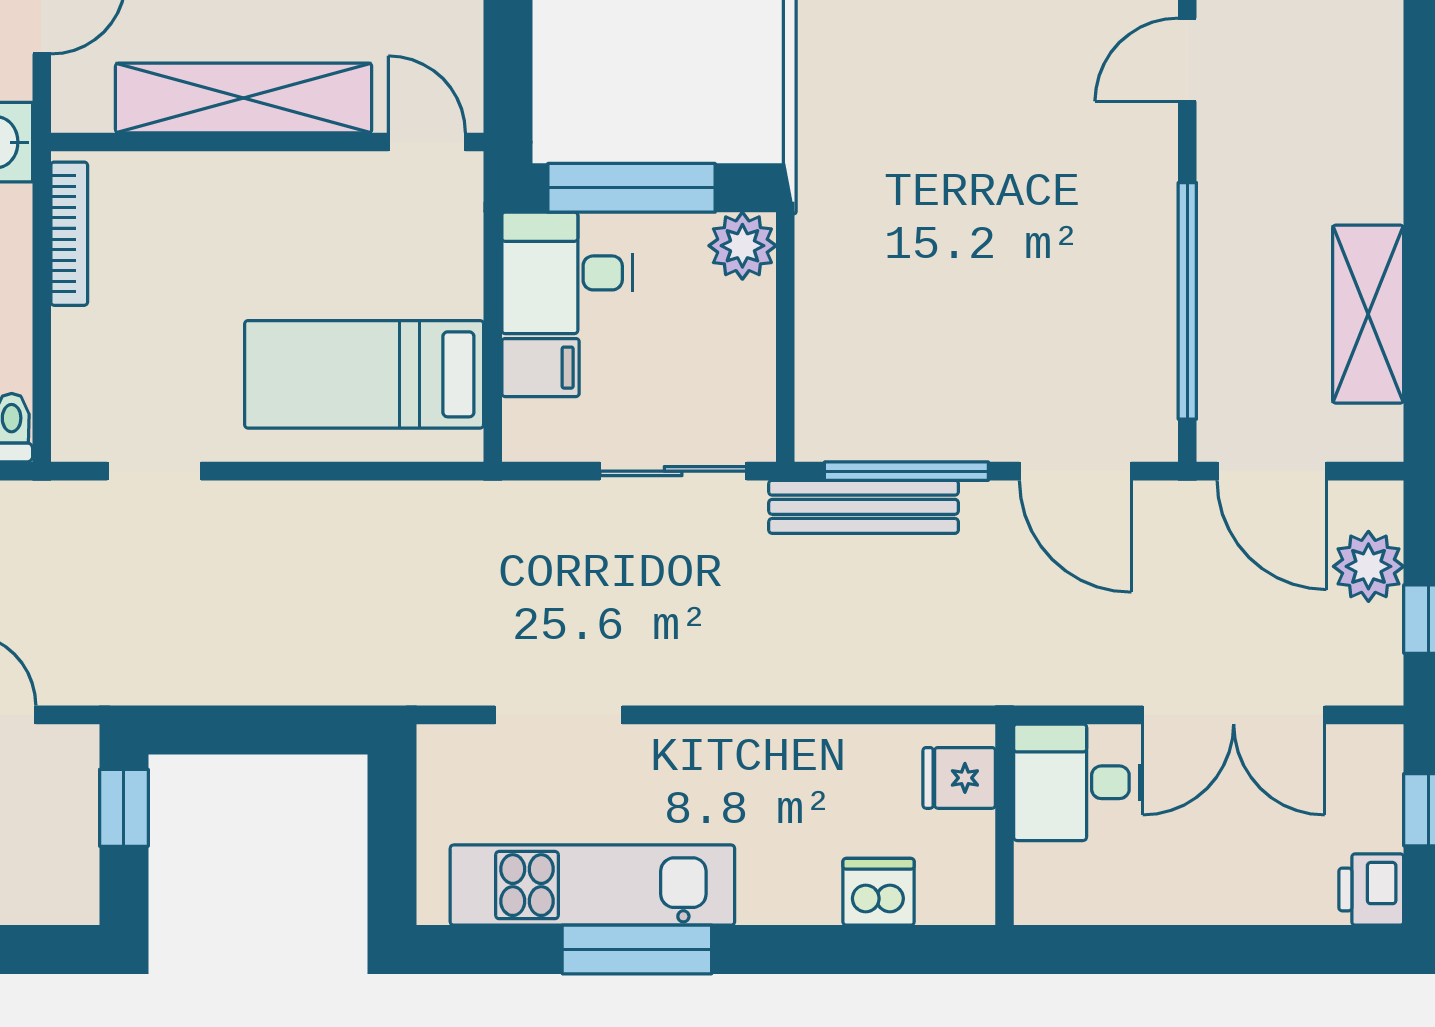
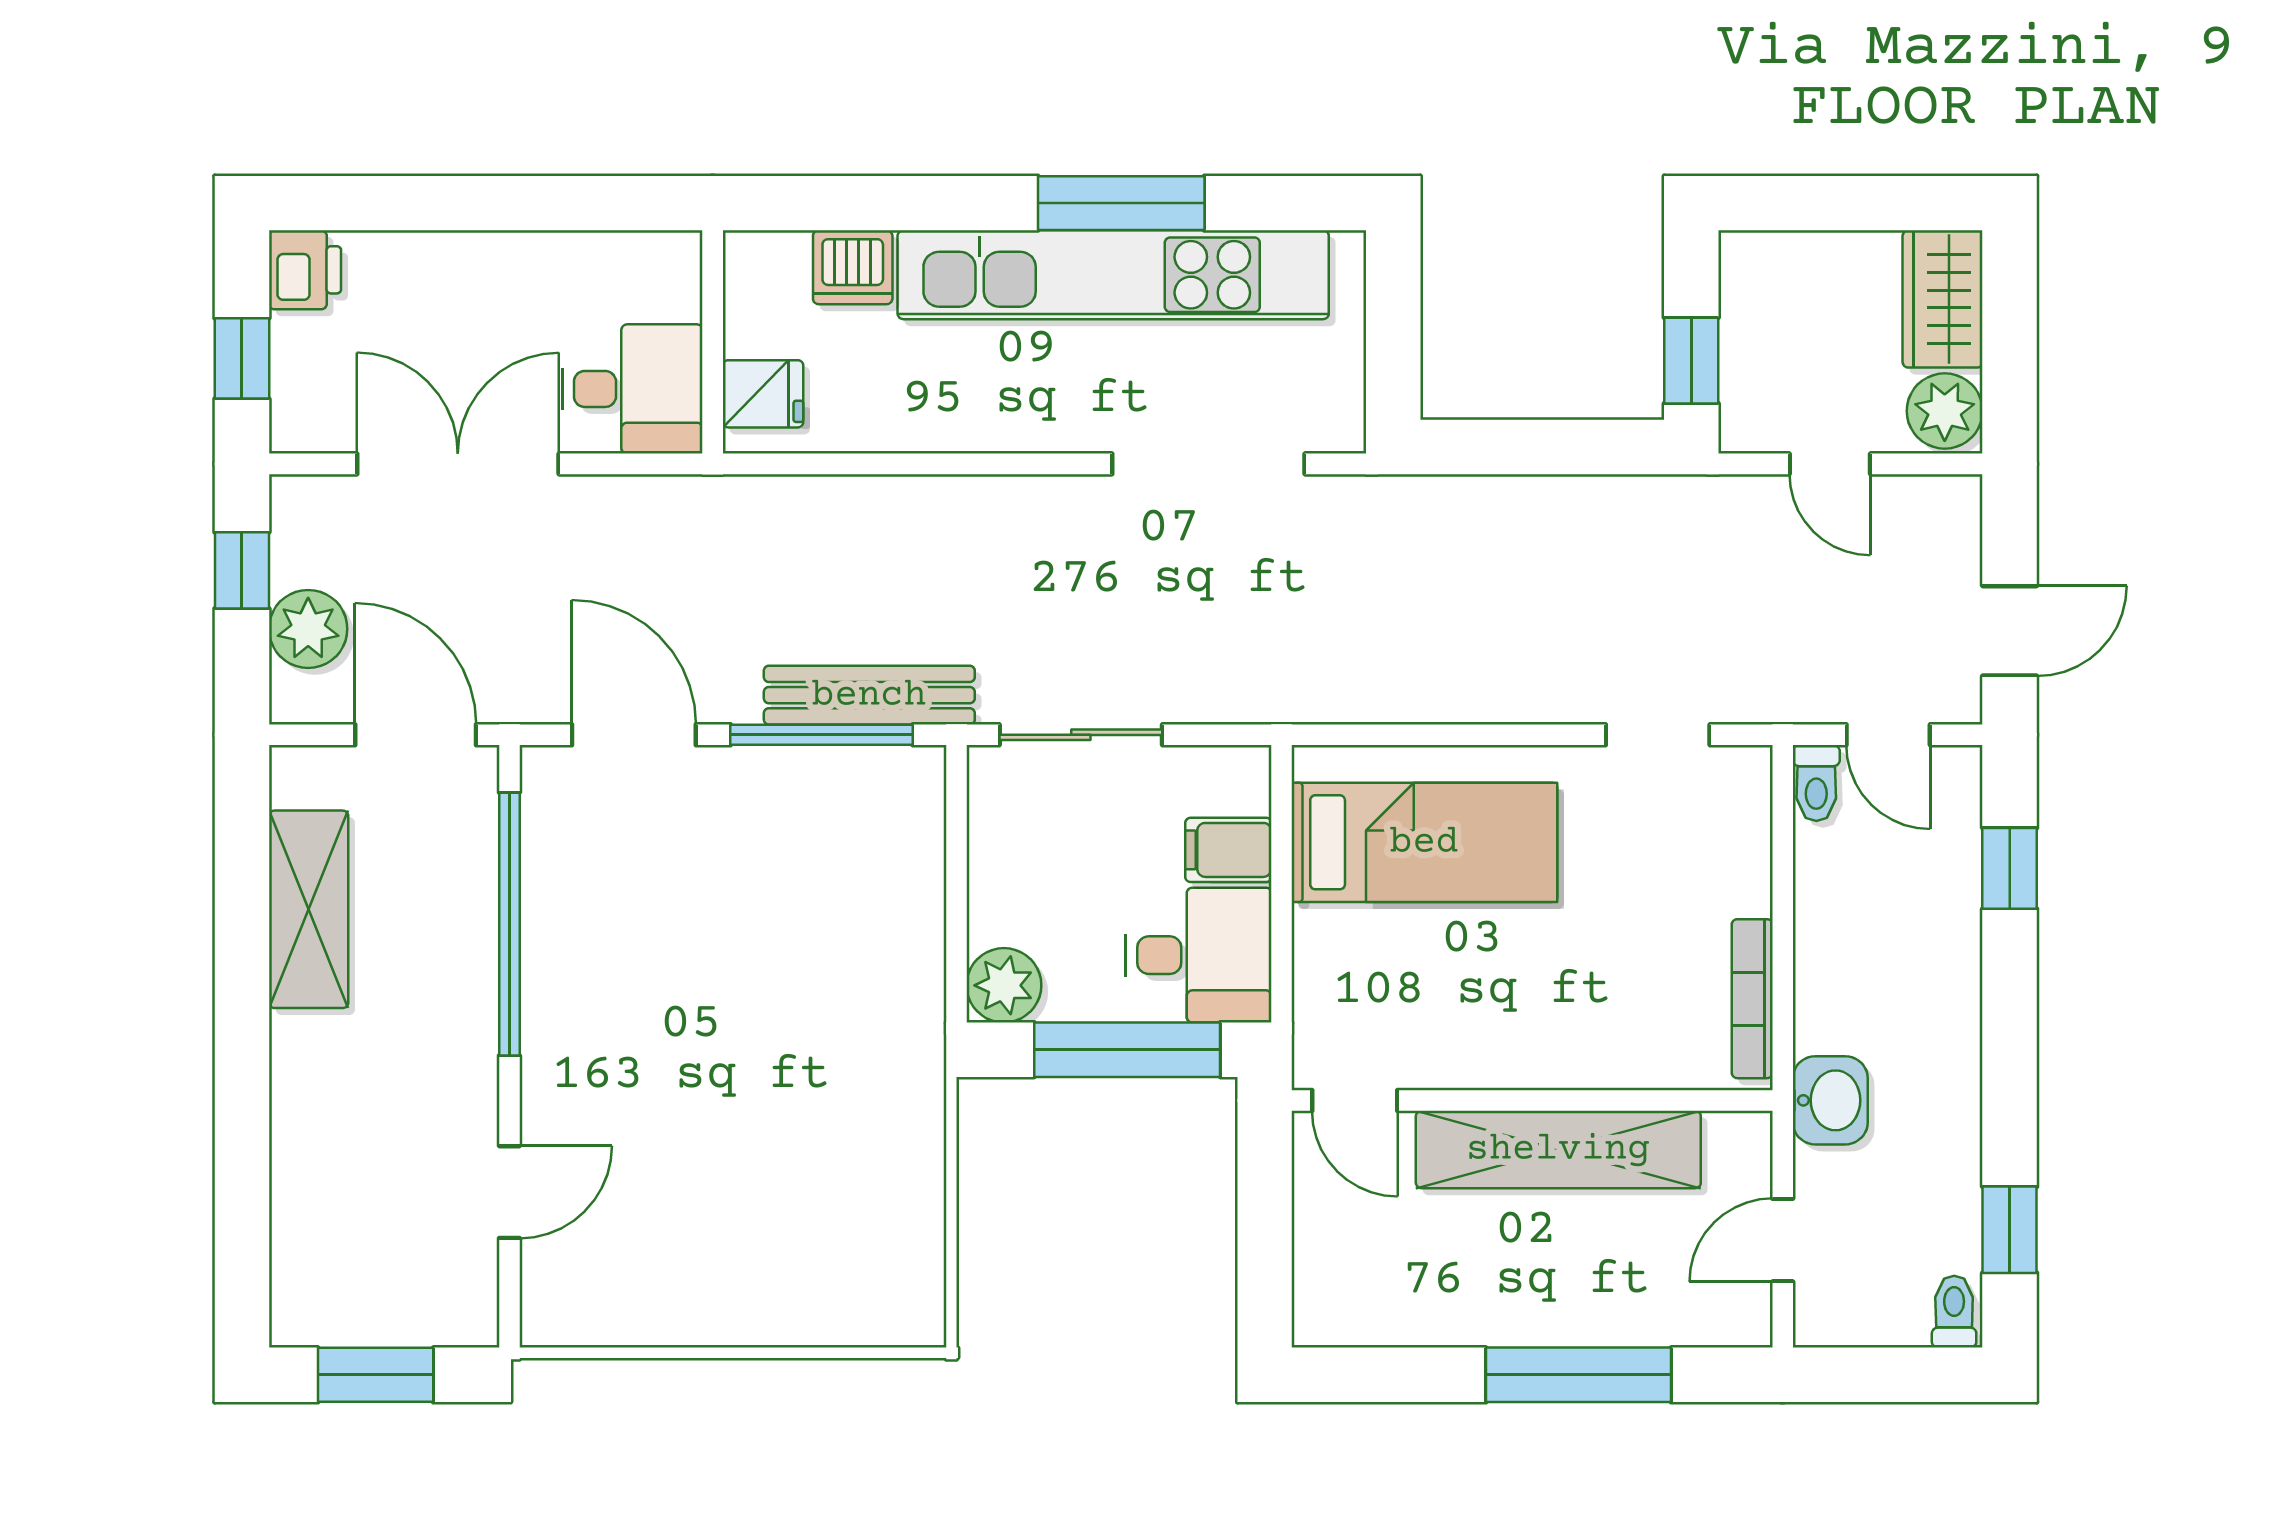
doorway: (558, 715) -> (1208, 464), width x1.36
kitchen unit: (592, 885) -> (1113, 275), width x1.36

